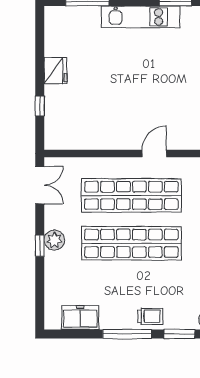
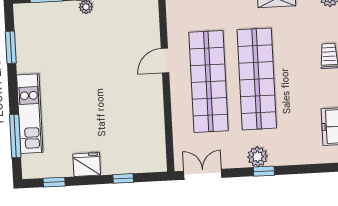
kitchen unit: (141, 17) -> (30, 114), moved
window: (40, 37) -> (54, 182), added
door: (154, 154) -> (165, 61), hinge flipped

